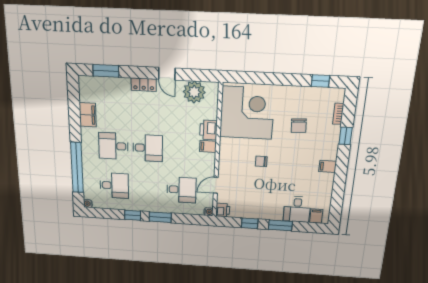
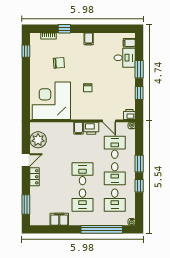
printer: (208, 130) -> (91, 128), moved
desk: (114, 186) -> (115, 200), turned 180
desk: (148, 188) -> (115, 174), added

